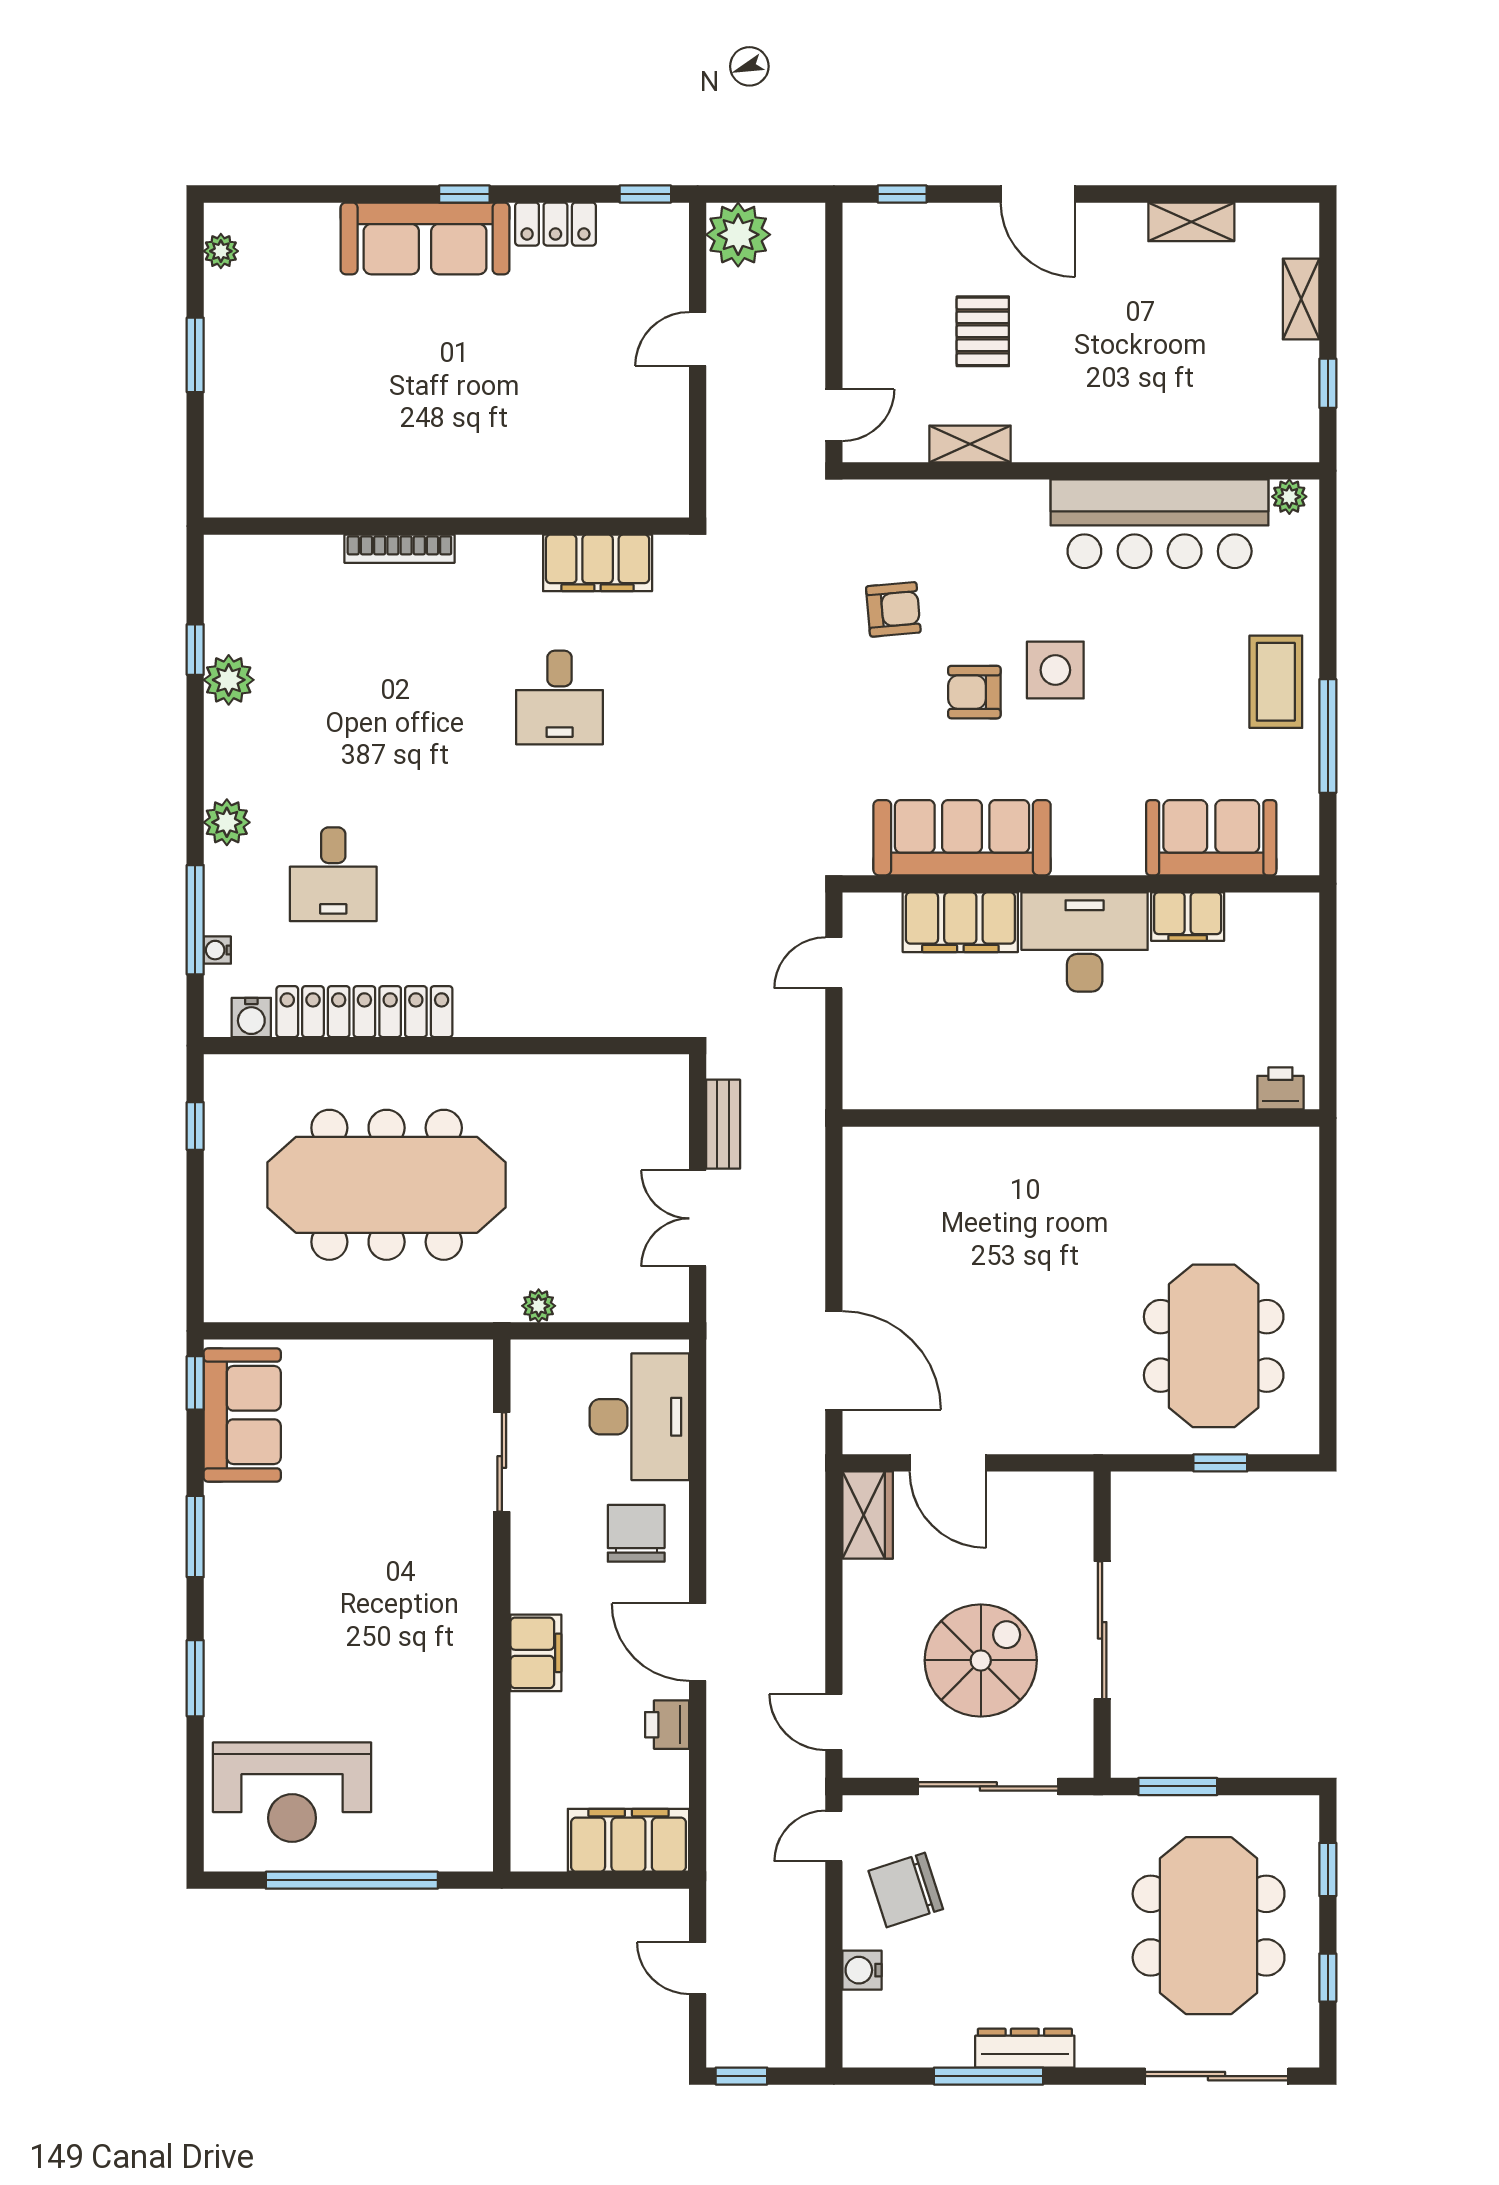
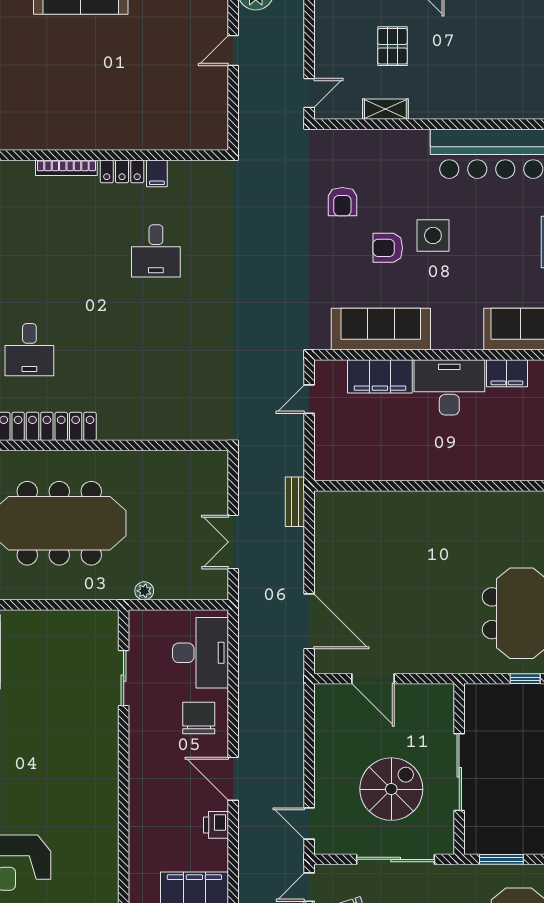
locker: (499, 555) -> (122, 171), added
filing cabinet: (598, 563) -> (157, 173), width x0.33, depth x0.86
armchair: (893, 609) -> (342, 202), turned 95
bench: (723, 1124) -> (295, 502), moved
wardrobe: (868, 1515) -> (328, 708), removed
filing cabinet: (536, 1653) -> (143, 785), removed

